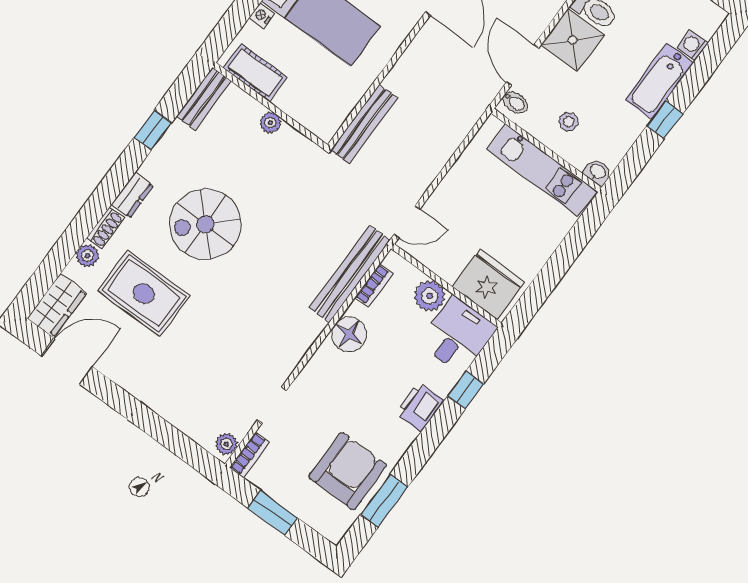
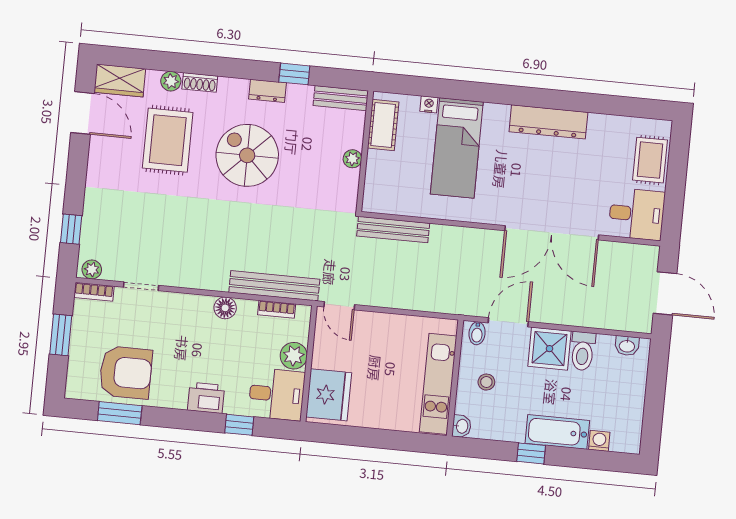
dresser: (132, 195) -> (267, 91), moved
floor lamp: (349, 334) -> (225, 308), width x0.73, depth x0.73
window: (175, 441) -> (71, 229), added

